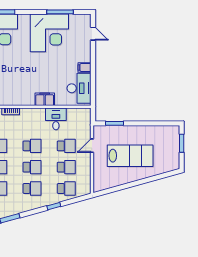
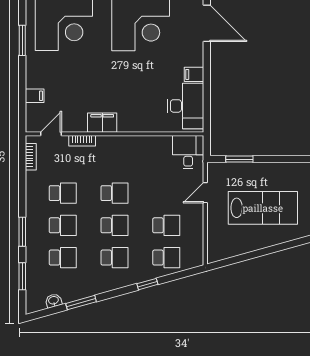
door: (93, 34) -> (207, 23), width x1.88
filing cabinet: (45, 99) -> (102, 123), moved
desk: (56, 119) -> (188, 152), moved
school desk: (66, 146) -> (166, 193), removed

